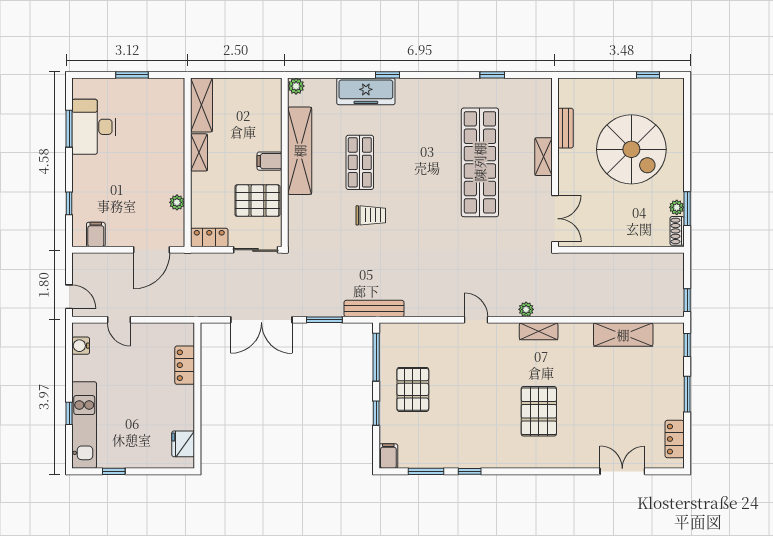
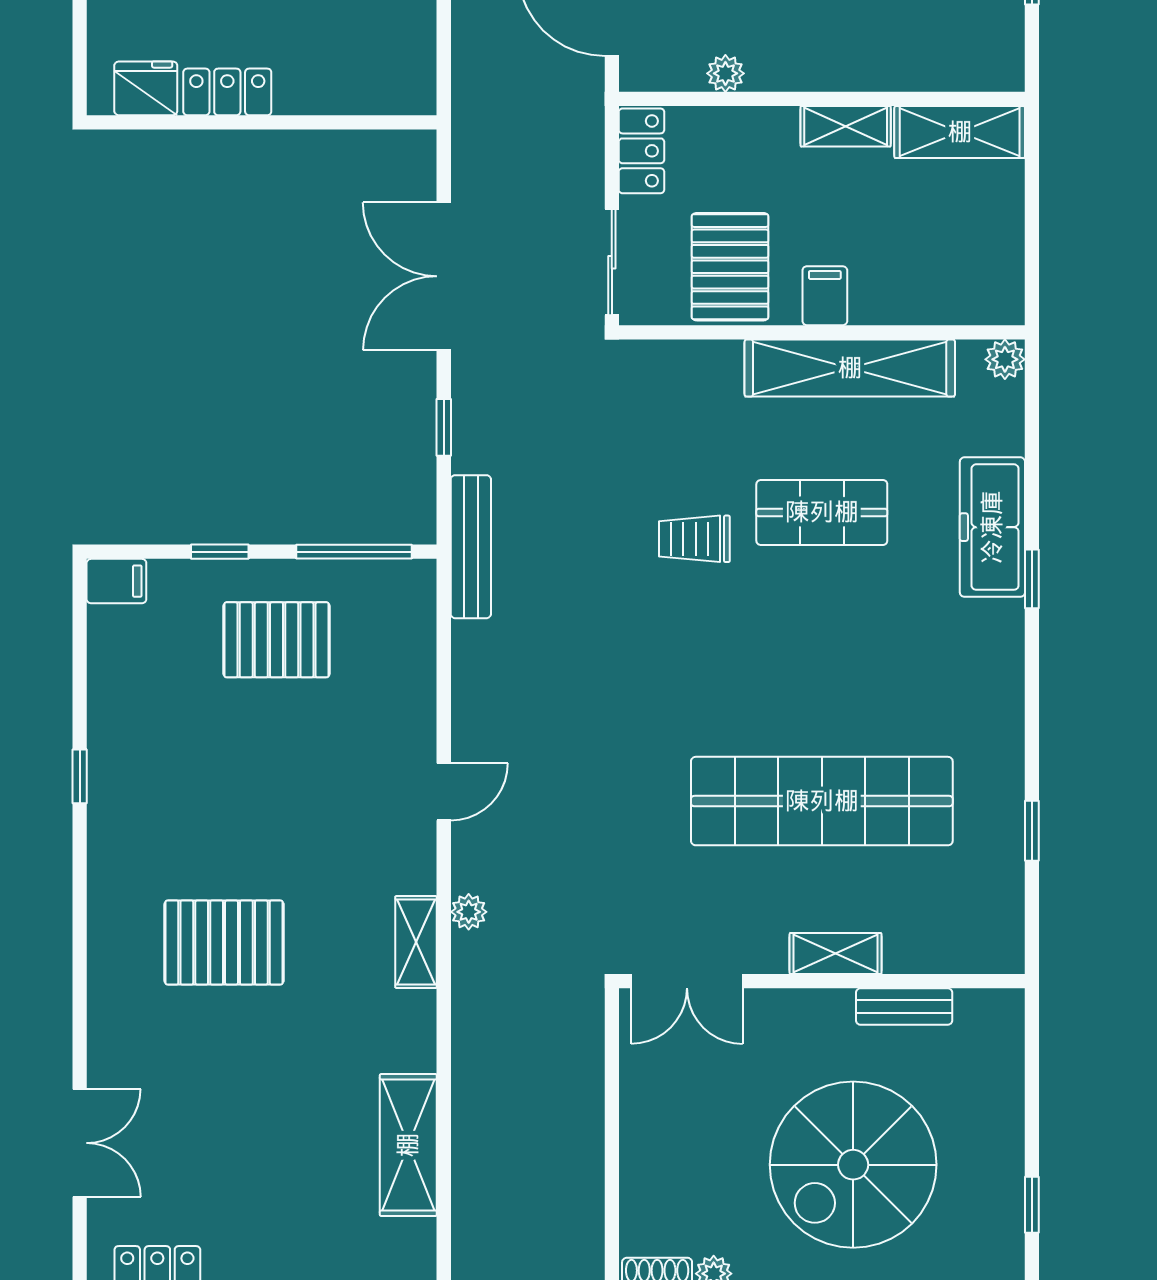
trolley: (371, 215) -> (694, 539), turned 90
window: (324, 320) -> (444, 427), width x0.67
locker: (185, 365) -> (227, 92), moved
window: (426, 471) -> (80, 671), removed

